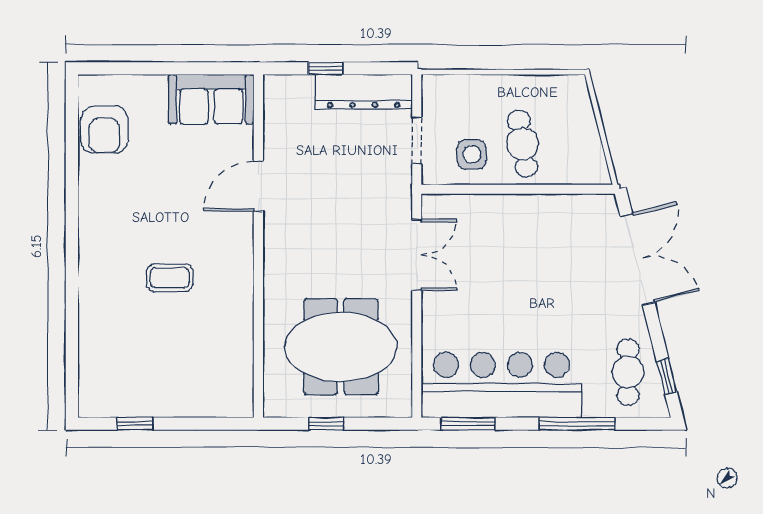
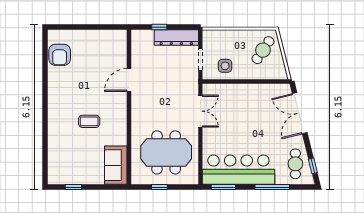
sofa: (211, 99) -> (116, 165), moved, turned 90
cafe table: (523, 144) -> (263, 50), moved, turned 43
double door: (637, 259) -> (300, 113), swing flipped

